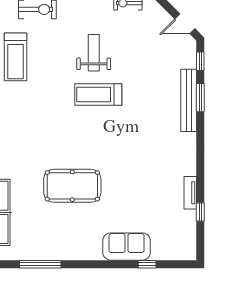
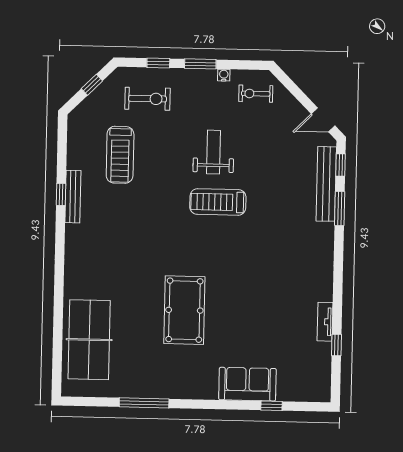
bench: (189, 100) -> (326, 184), moved
pool table: (72, 186) -> (184, 310), turned 90

